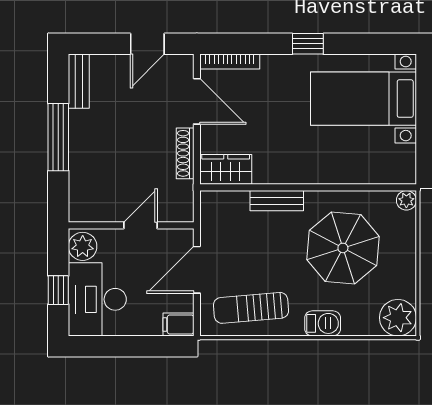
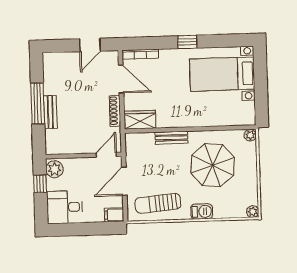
bench: (79, 81) -> (50, 112), moved
door: (140, 225) -> (106, 155), moved
window: (58, 290) -> (40, 184), moved
desk: (97, 299) -> (65, 207), width x0.73
plant: (398, 318) -> (253, 212), width x0.53, depth x0.53

